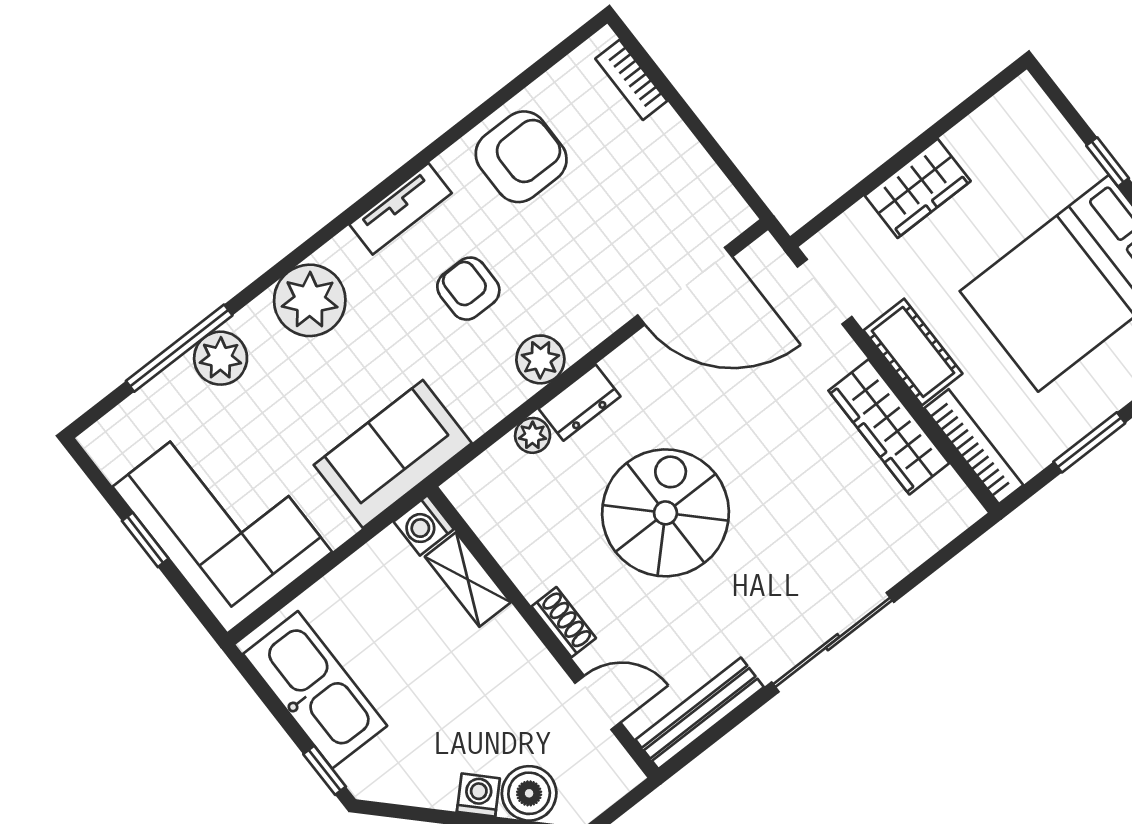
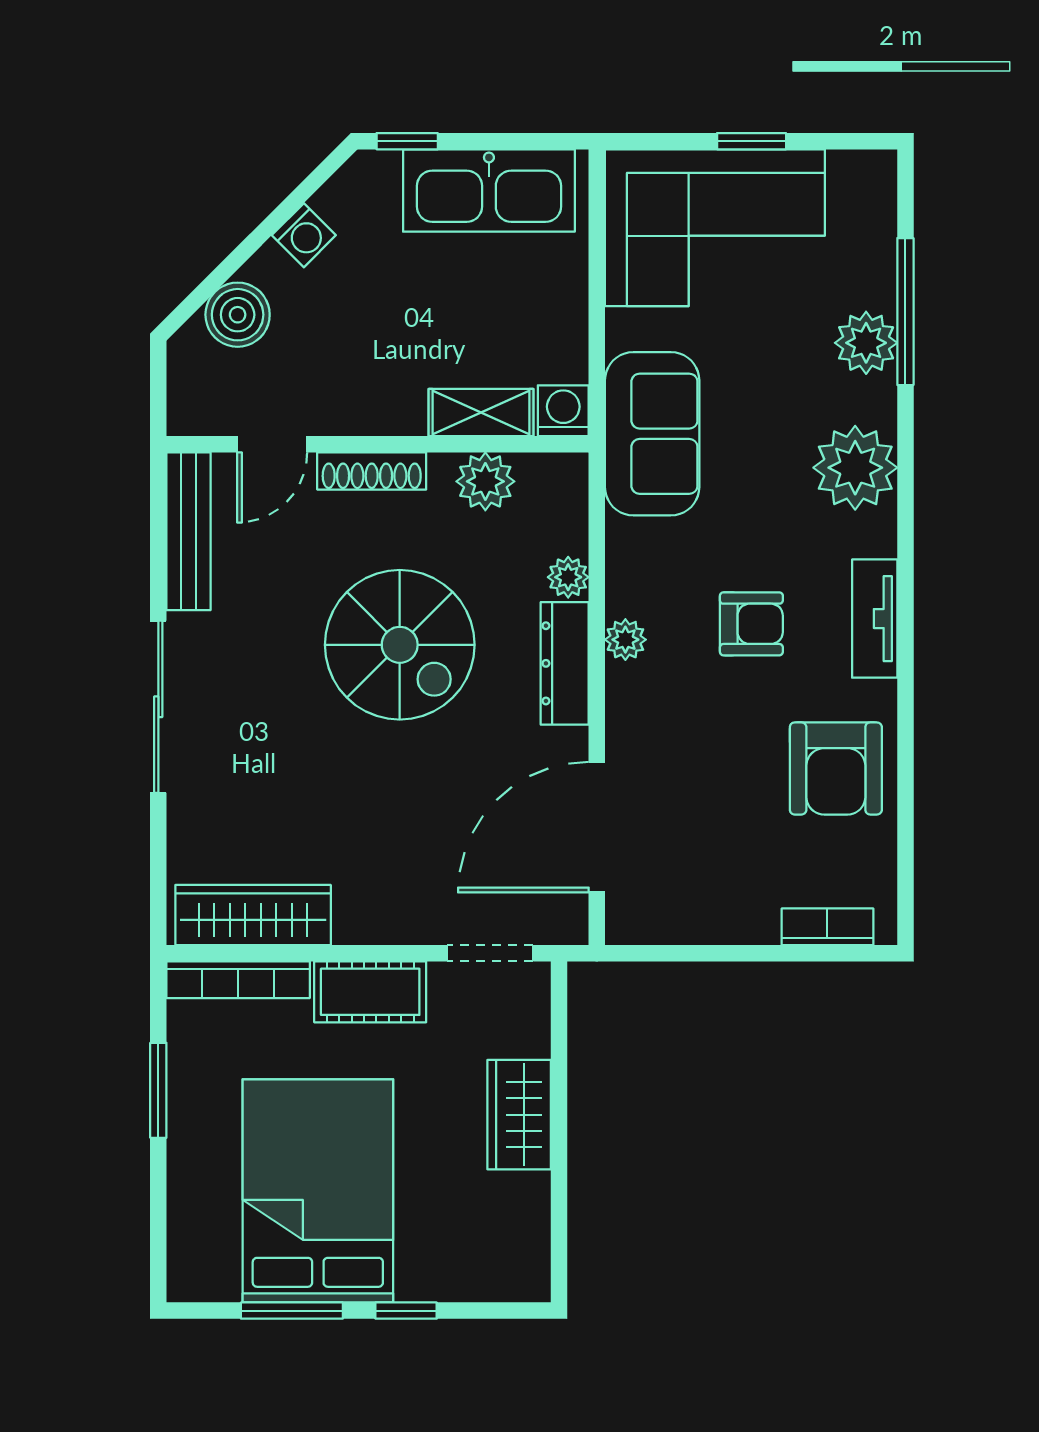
plant: (540, 359) -> (625, 640), width x0.73, depth x0.73
dresser: (579, 403) -> (565, 663), width x1.44
wardrobe: (889, 427) -> (253, 915), moved
plant: (512, 541) -> (485, 481), added
shoe rack: (564, 622) -> (372, 471), width x1.43
washing machine: (478, 795) -> (304, 235), moved

